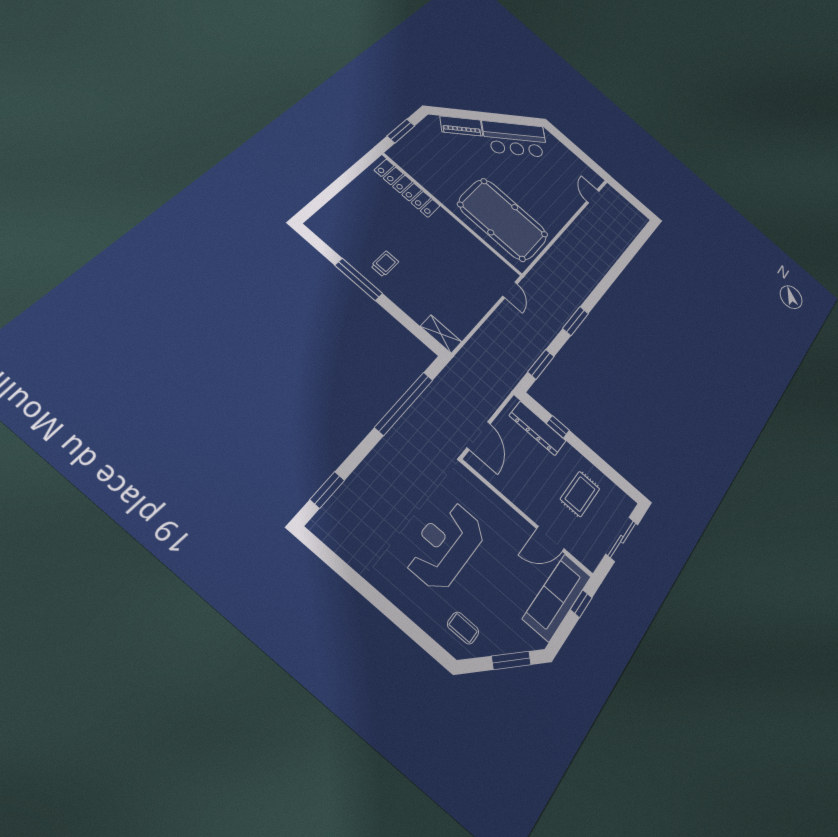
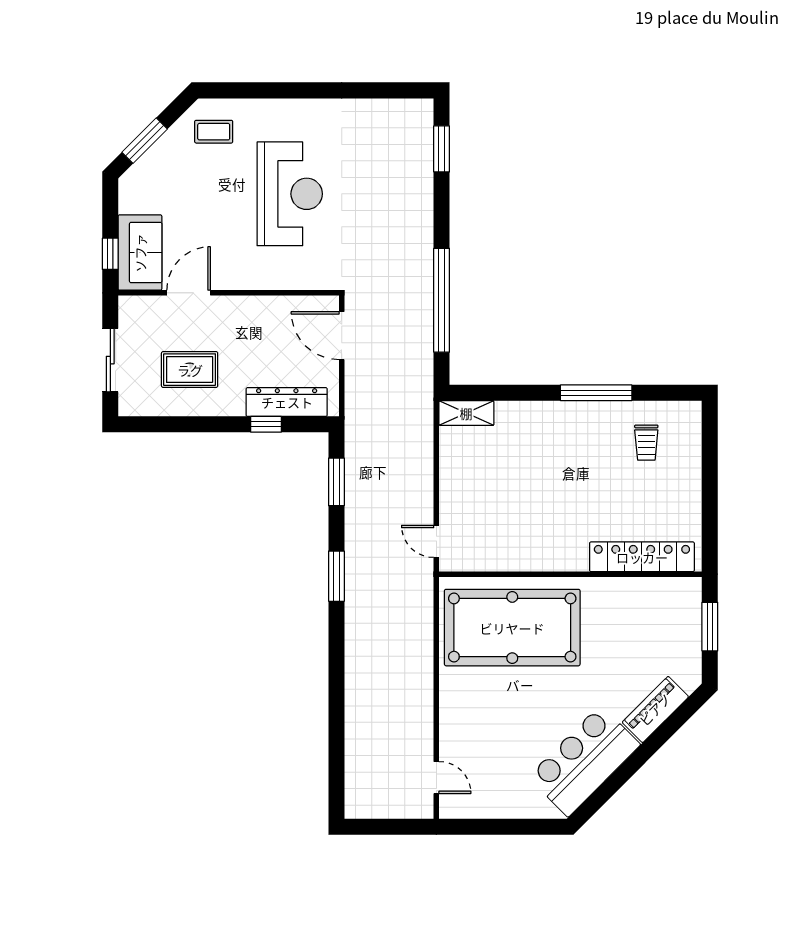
trolley: (385, 264) -> (646, 443), moved
rug: (580, 494) -> (190, 370), turned 90
sofa: (557, 597) -> (140, 253), width x0.73

